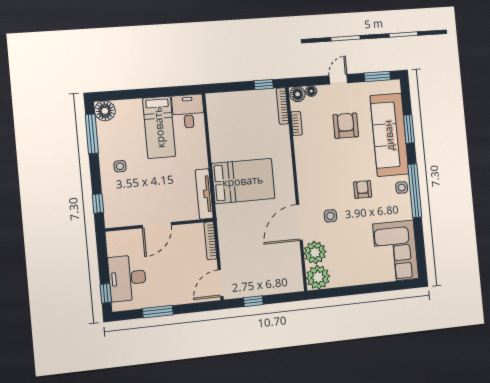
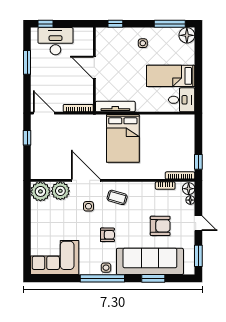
coffee table: (316, 182) -> (117, 197), added

